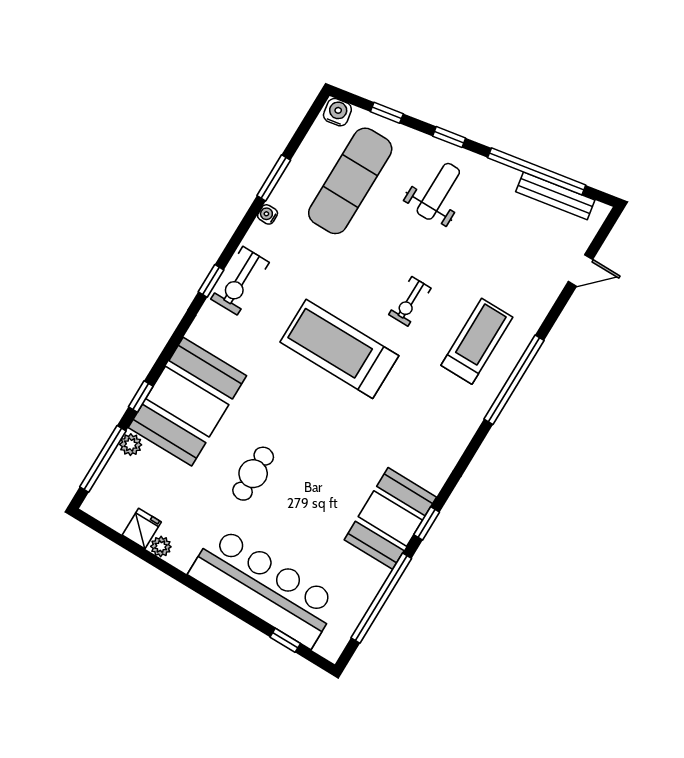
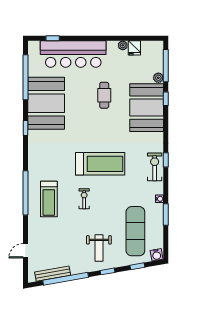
booth: (390, 518) -> (46, 103), width x1.36, depth x1.42
window: (427, 523) -> (25, 128), moved

